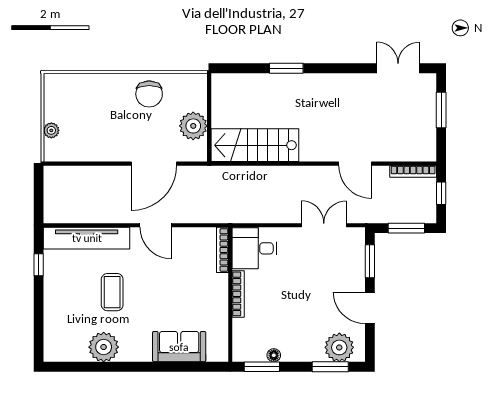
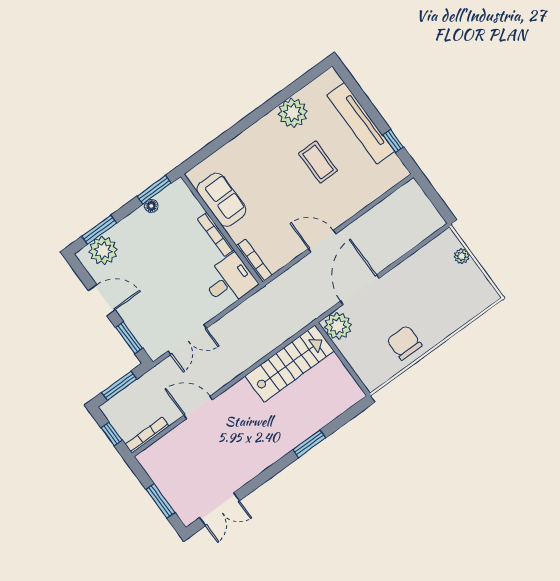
plant: (193, 126) -> (338, 326), moved
tv unit: (87, 238) -> (361, 123), moved, turned -90
sofa: (179, 347) -> (222, 200), moved, turned -90

